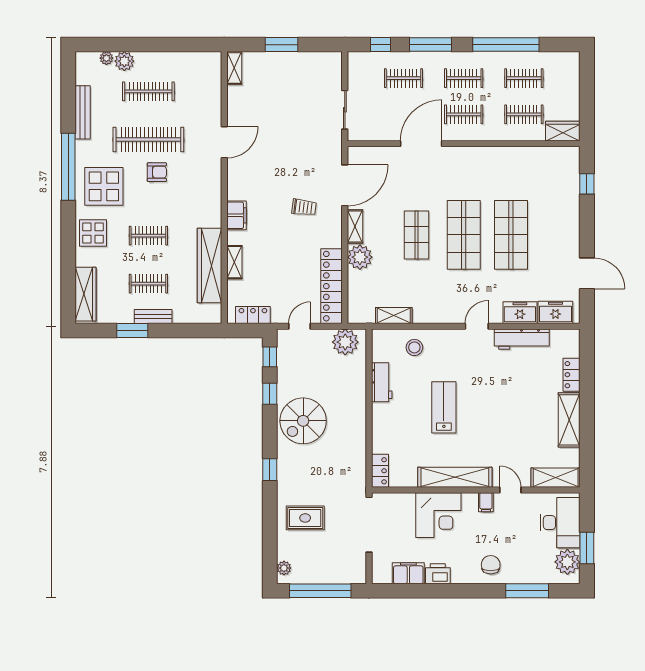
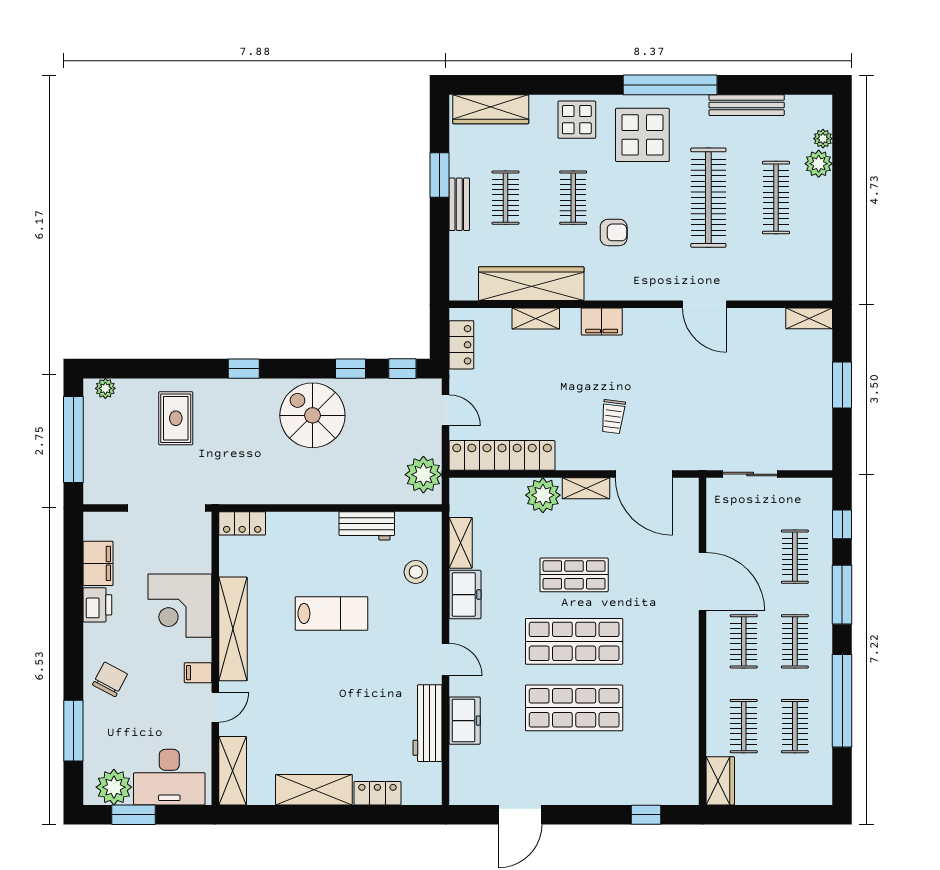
armchair: (157, 172) -> (614, 232), moved, turned -90
freezer: (555, 312) -> (465, 595), moved
chair: (491, 565) -> (110, 679), turned -62

